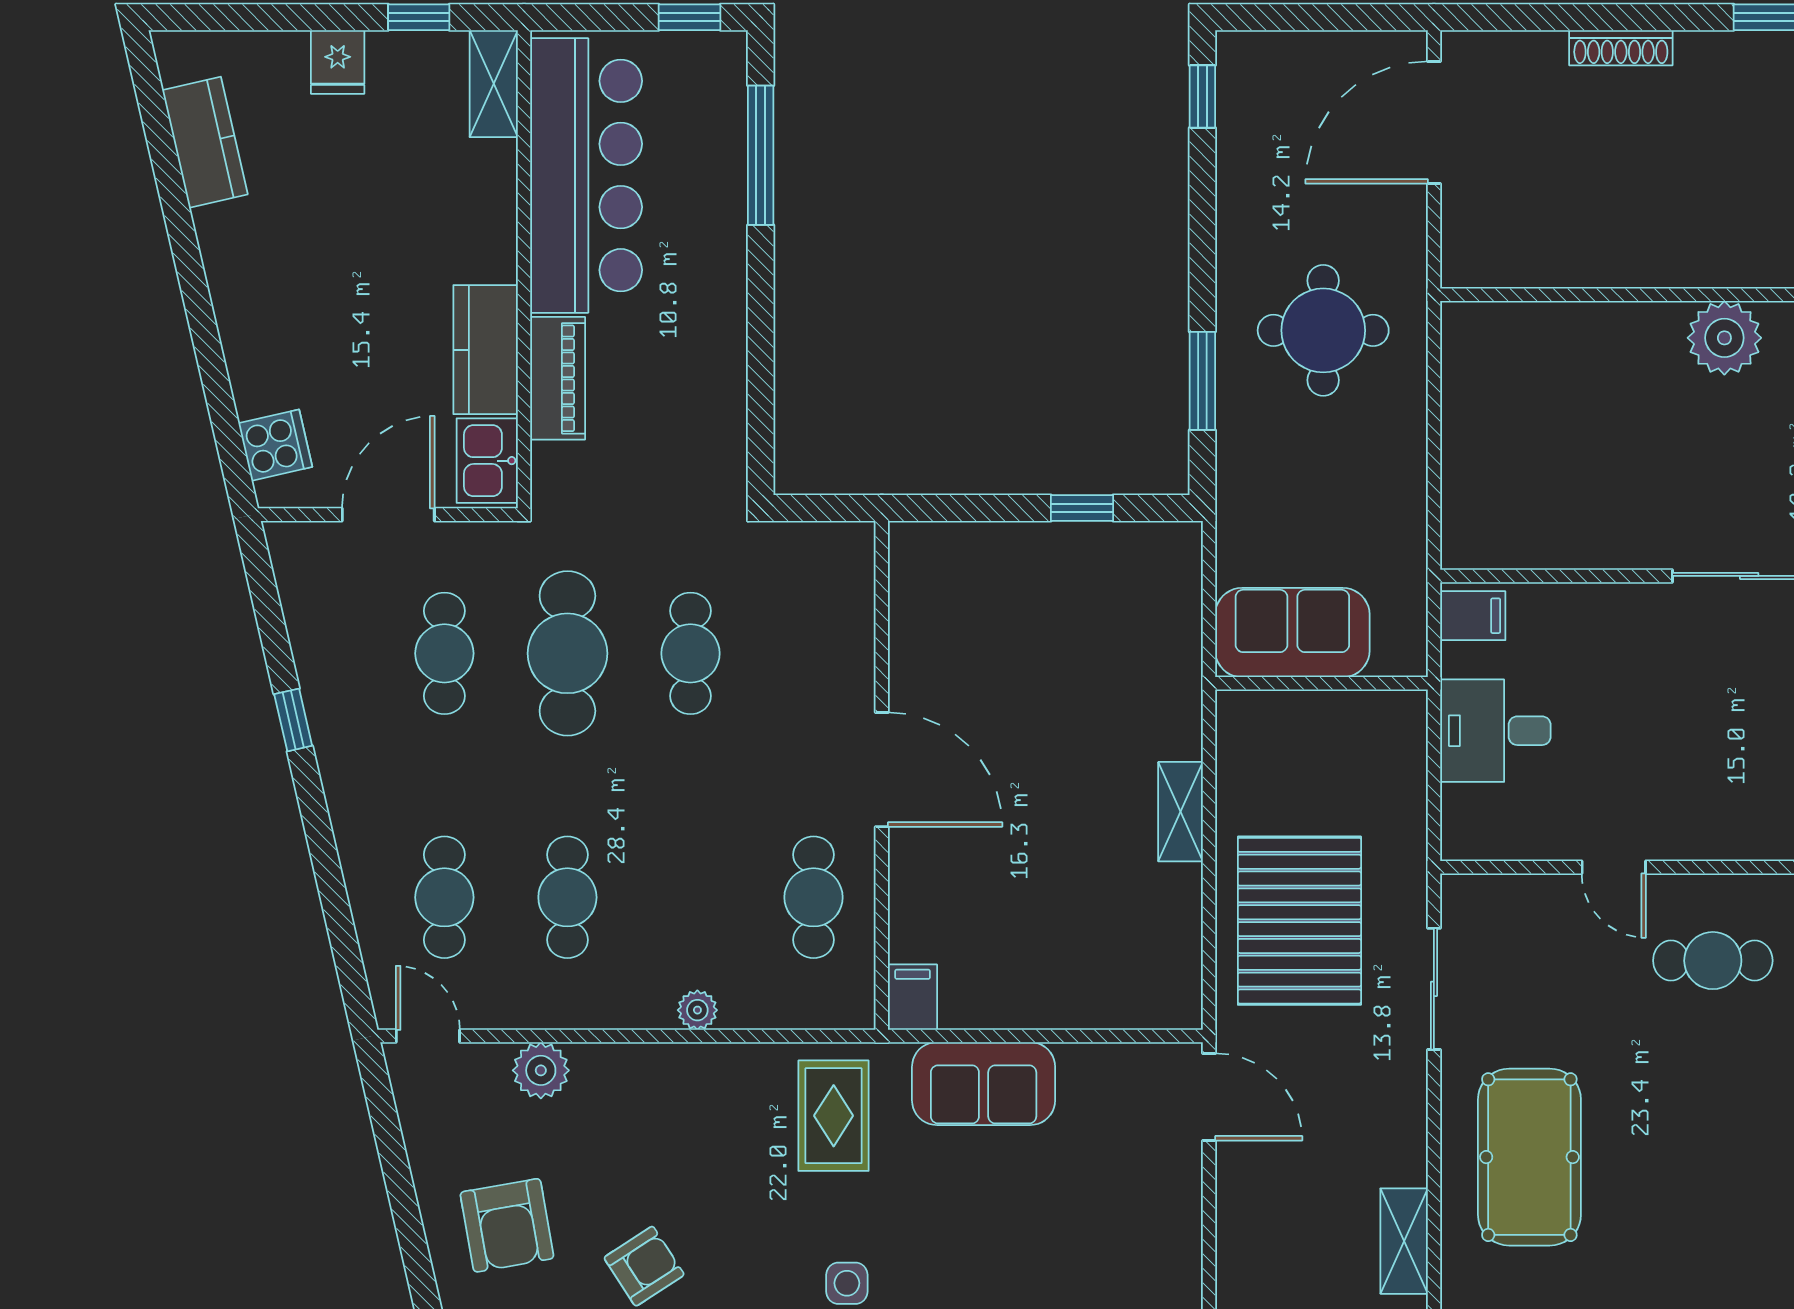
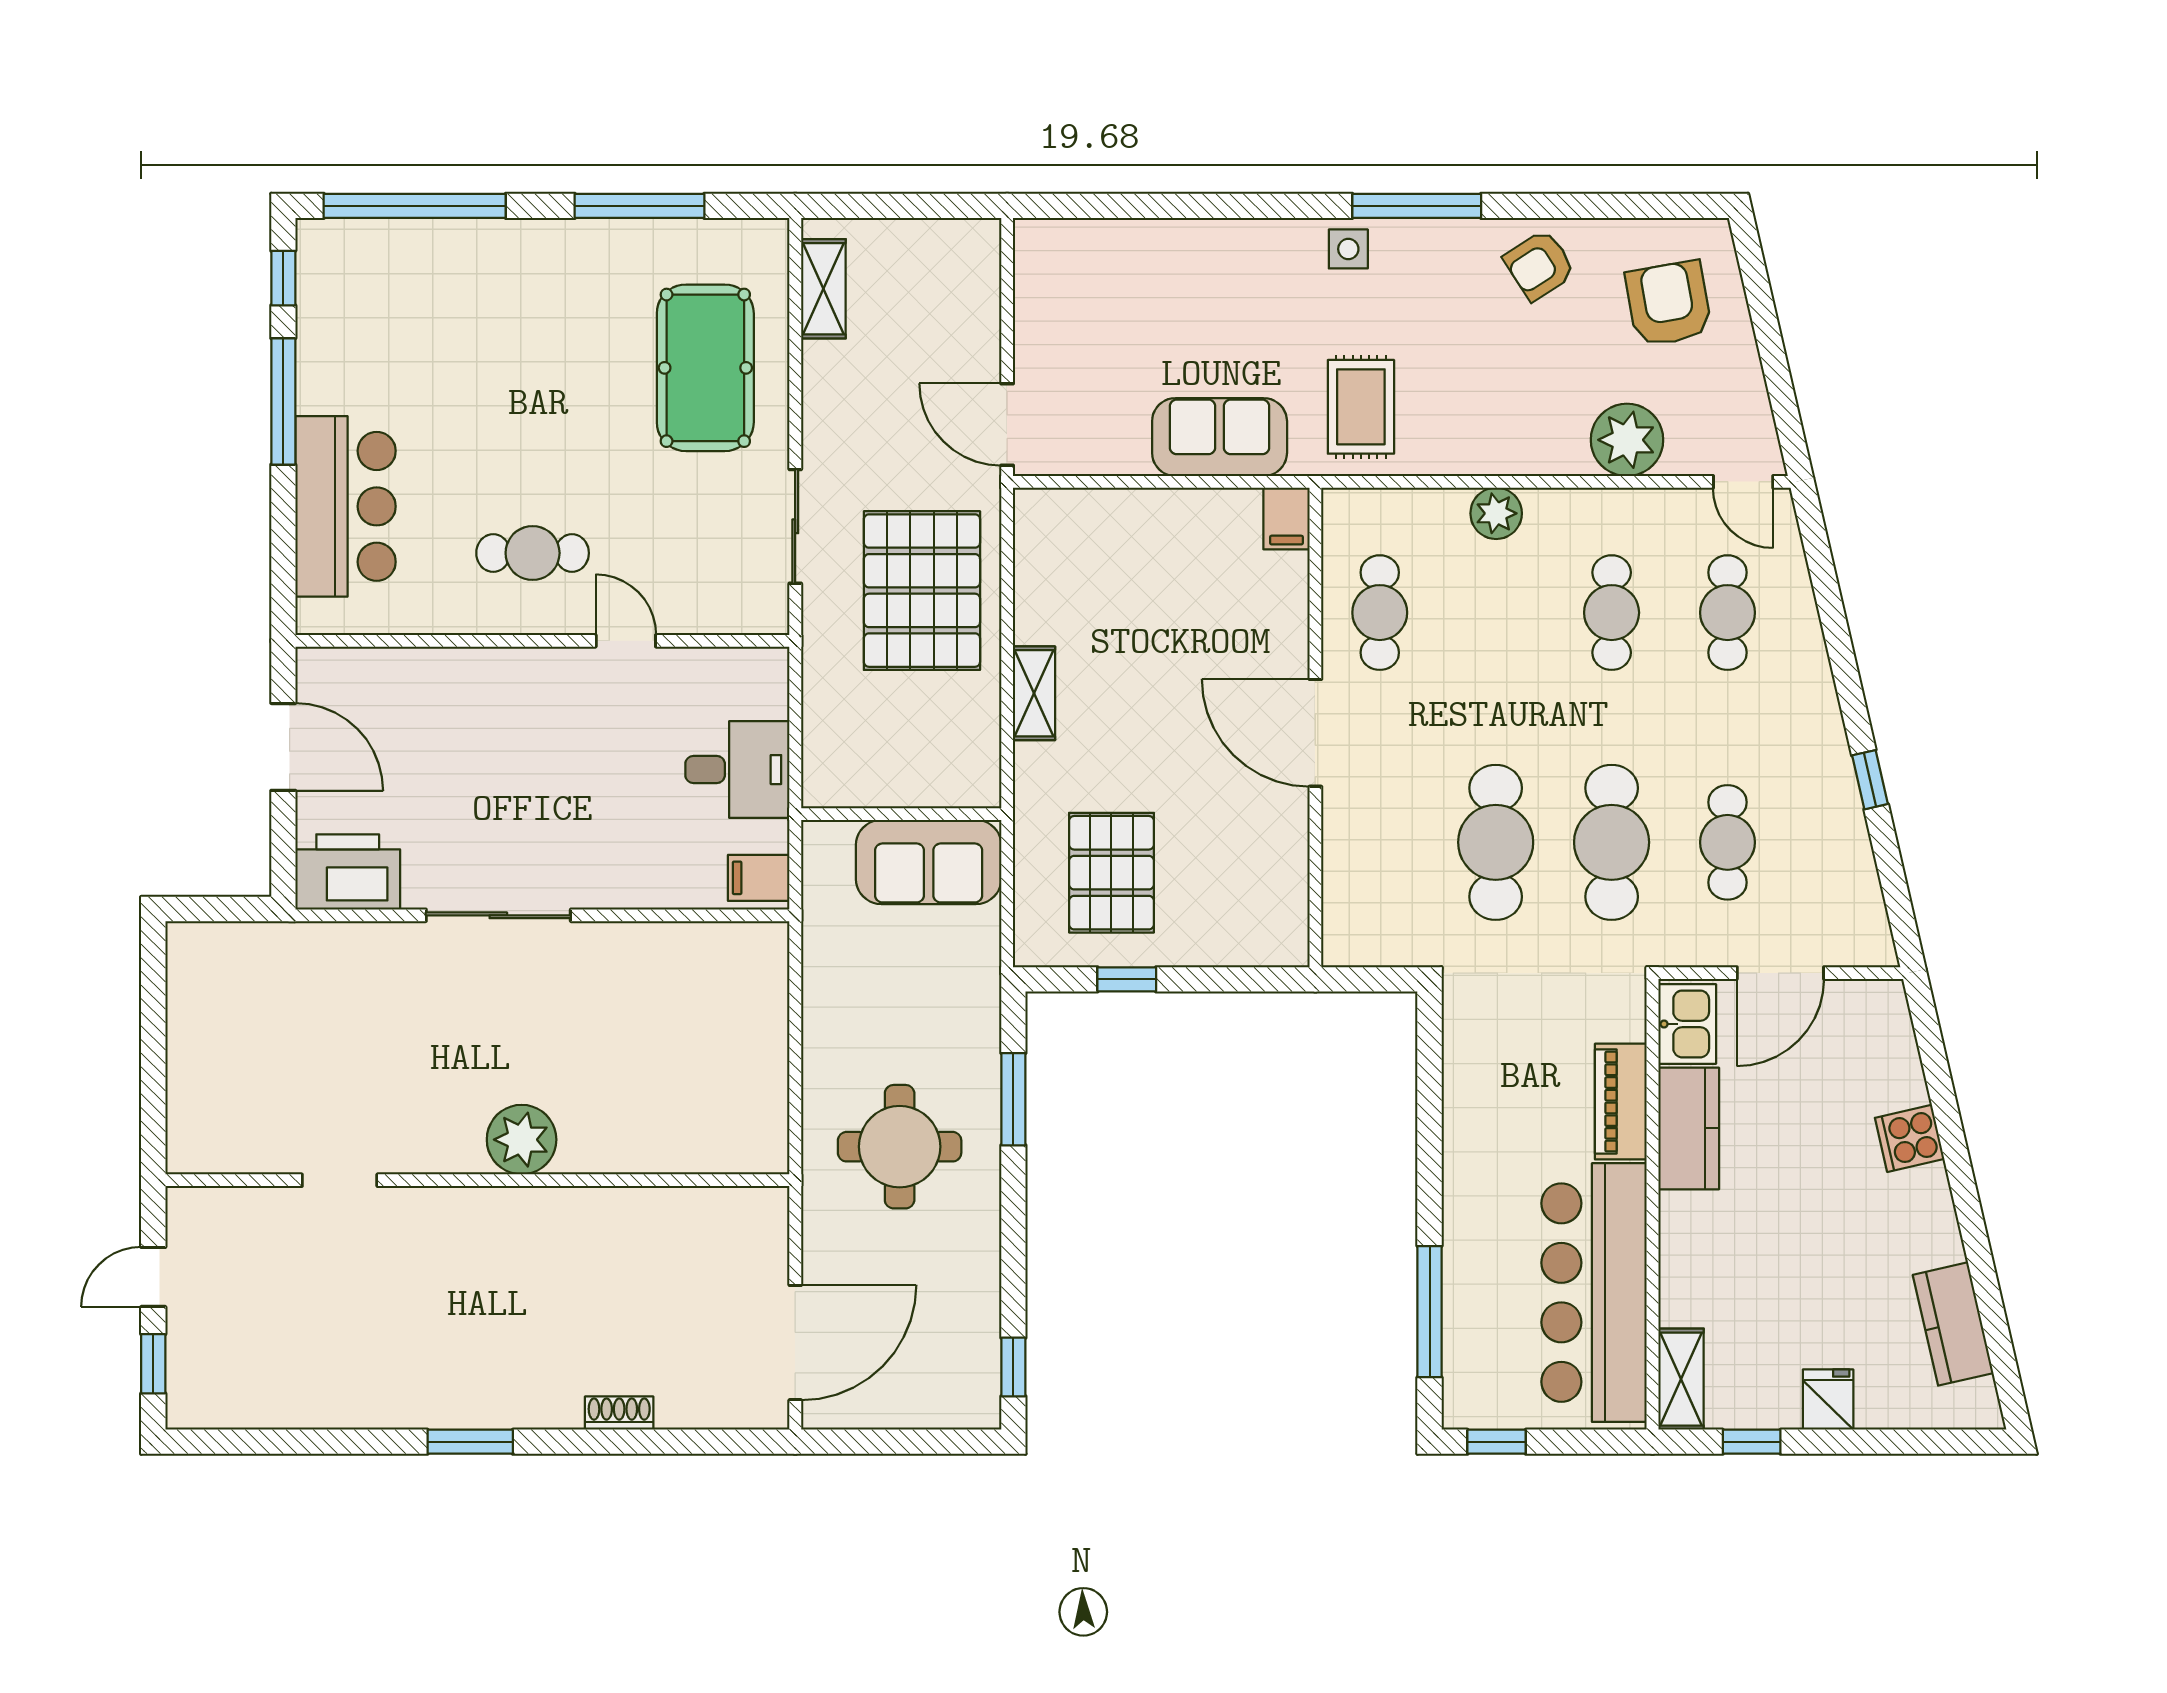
shoe rack: (1621, 48) -> (619, 1413), width x0.70
cooker: (275, 445) -> (1910, 1138), moved
pallet: (1098, 621) -> (1111, 873), added
cafe table: (690, 653) -> (1496, 842), width x1.37, depth x1.35
plant: (697, 1010) -> (1496, 513), width x1.38, depth x1.38
plant: (541, 1070) -> (1627, 440), width x1.36, depth x1.36

